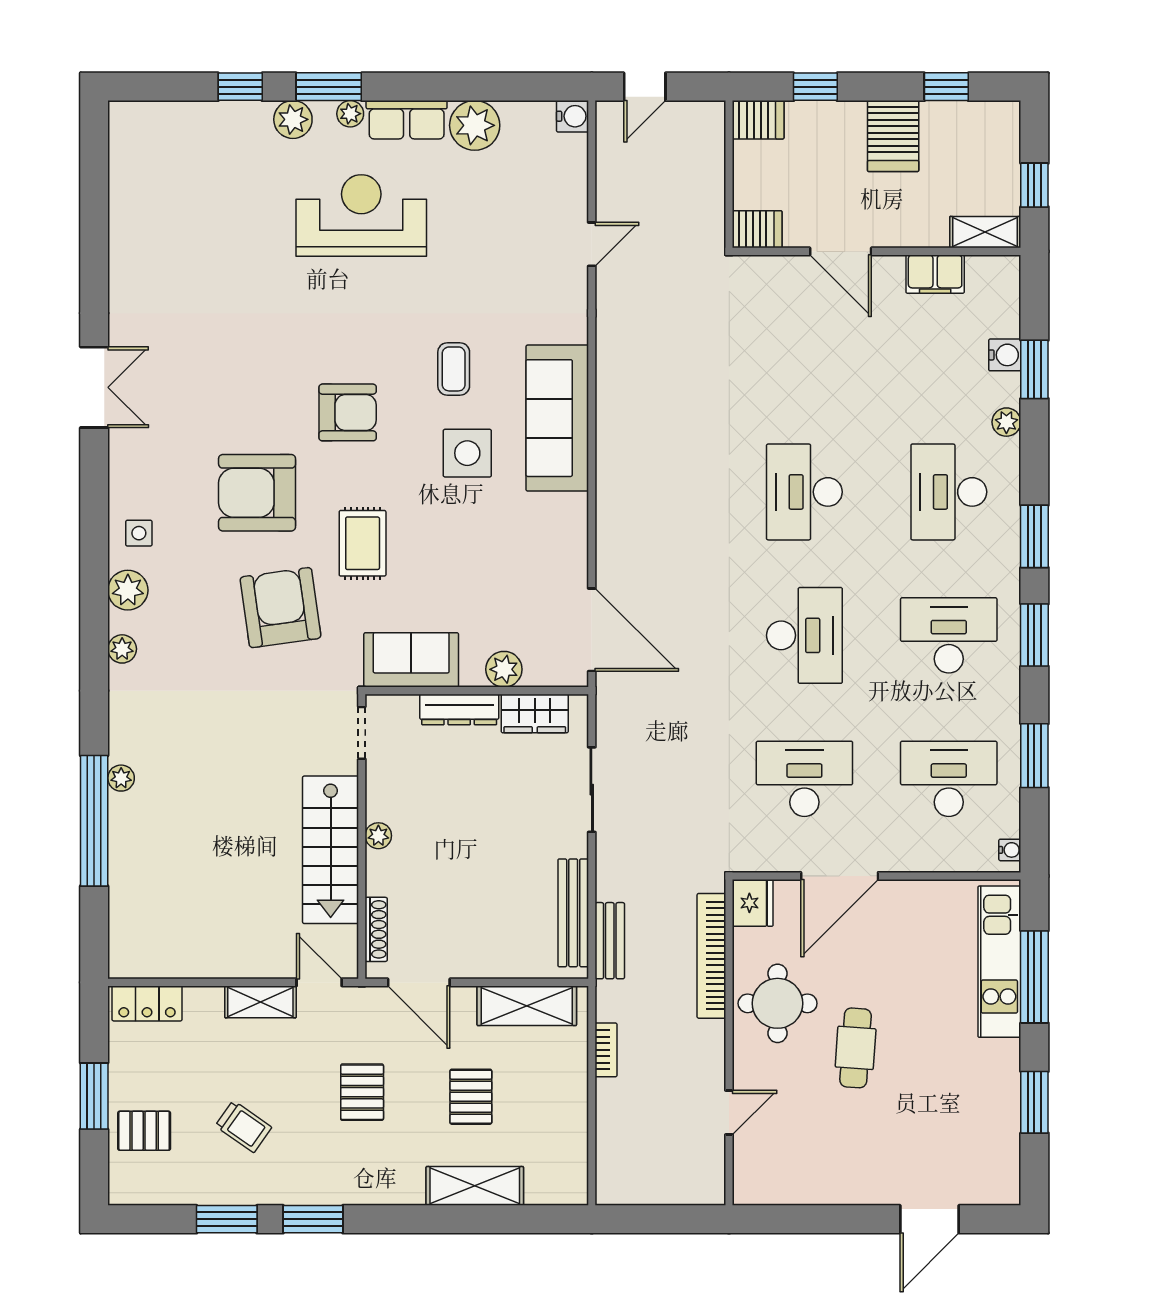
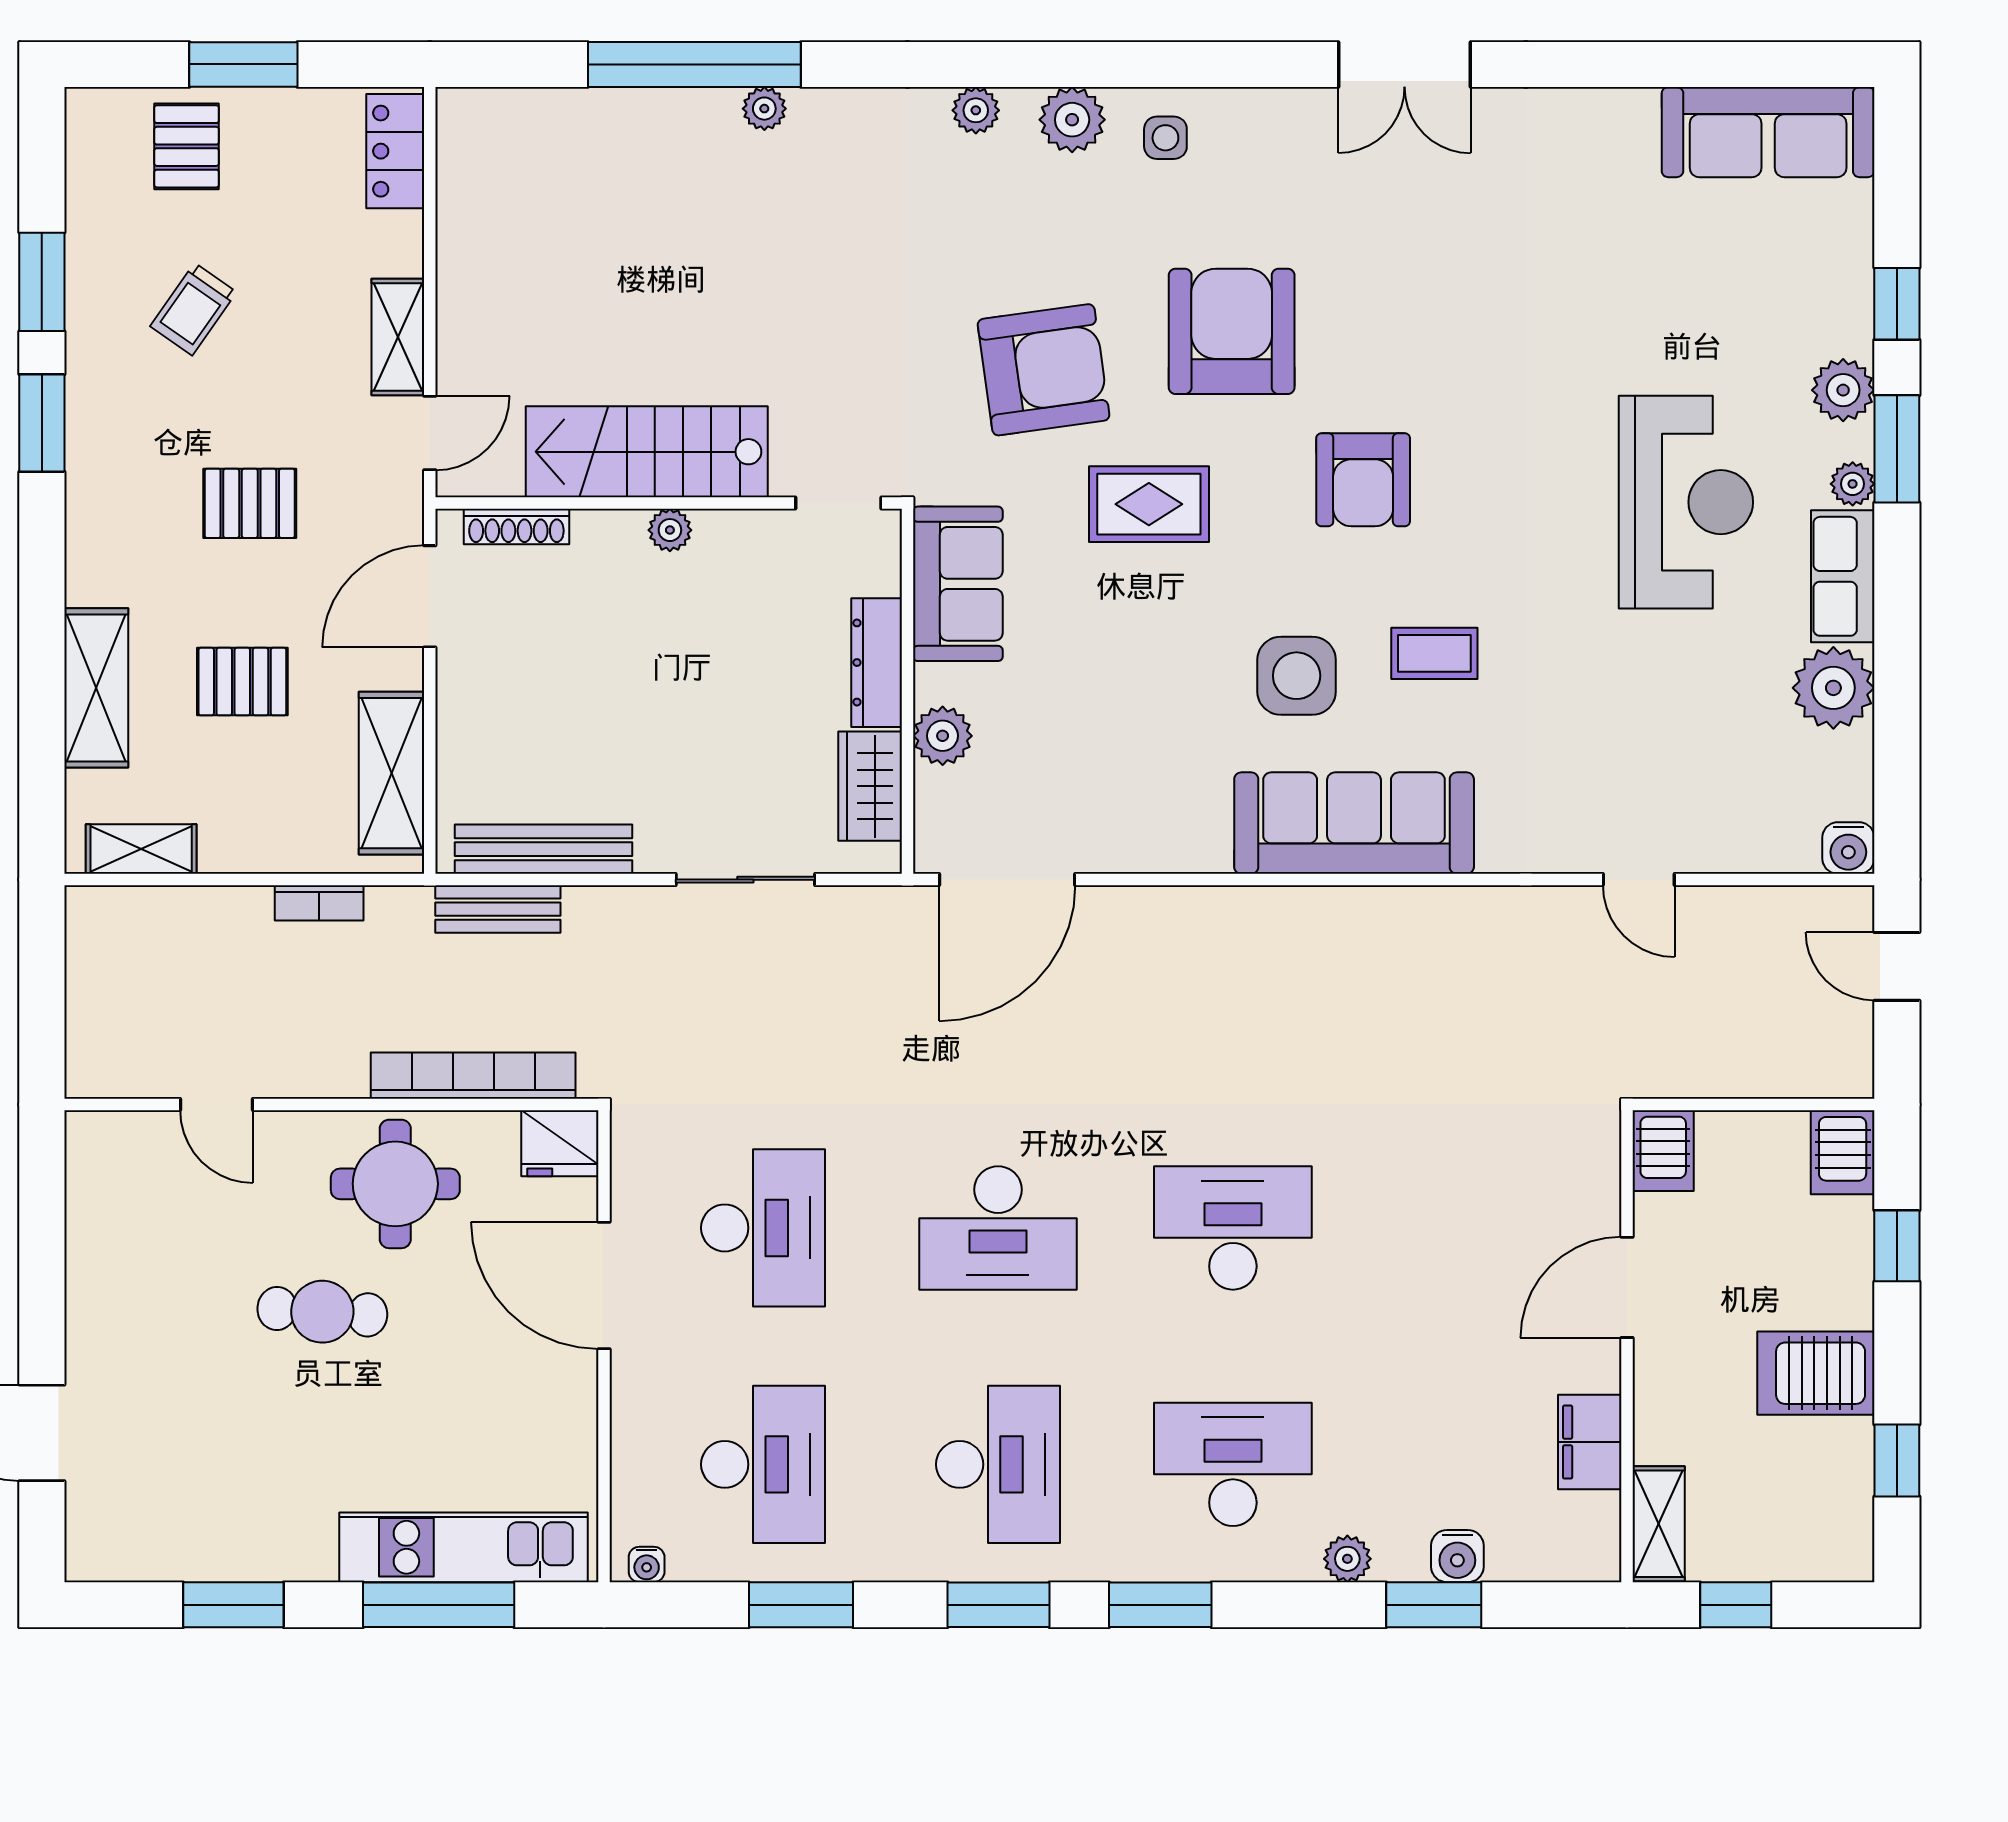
sofa: (135, 165) -> (1768, 132), added
shelving: (573, 1159) -> (141, 849), added

